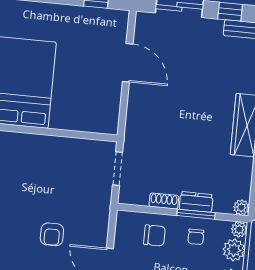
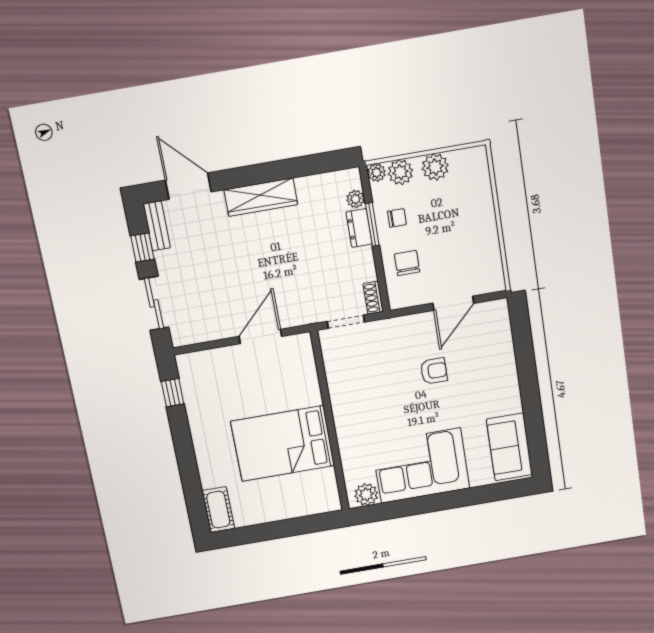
door: (128, 63) -> (260, 336), moved
shoe rack: (164, 201) -> (373, 298), moved
plant: (241, 207) -> (356, 199), moved

